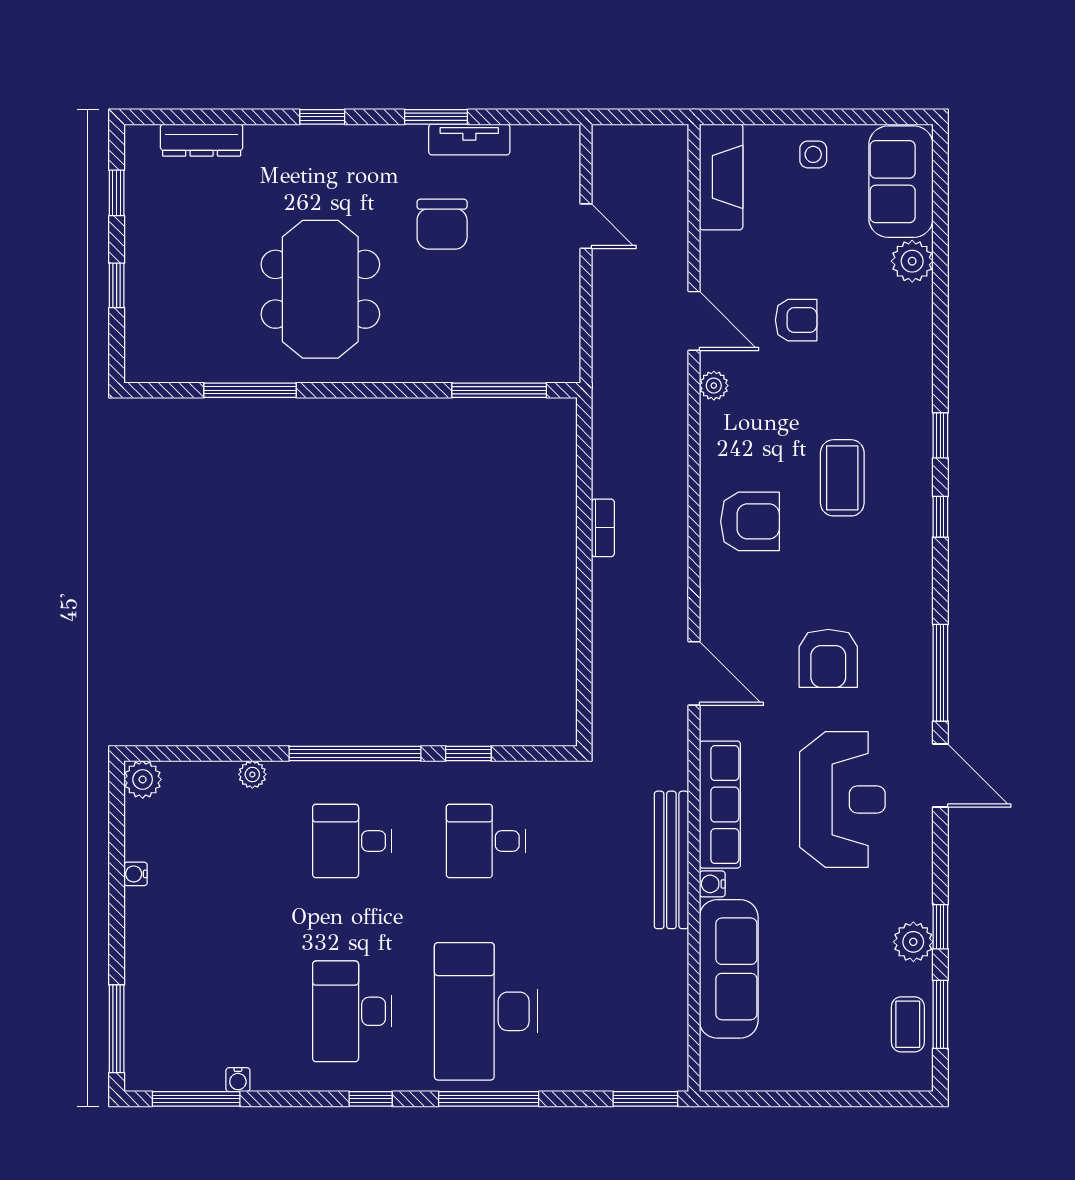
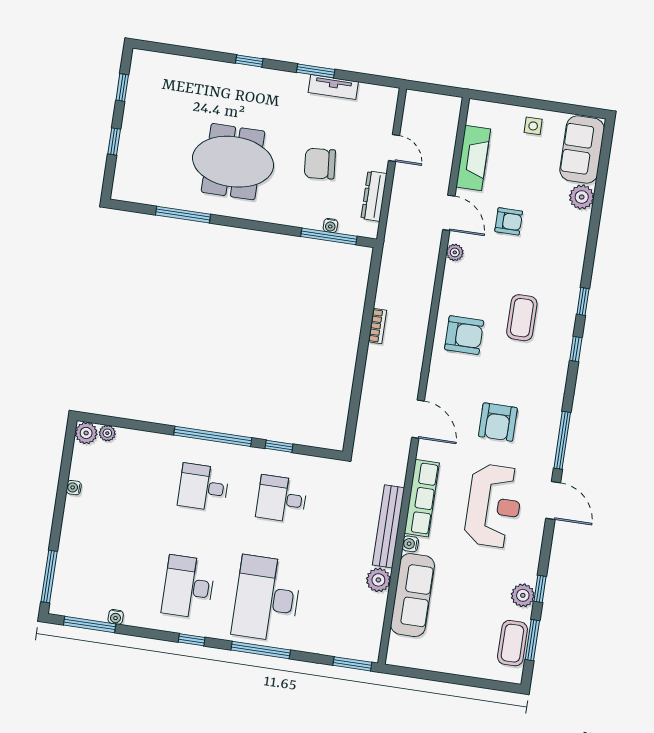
dresser: (202, 140) -> (374, 196), moved, turned 90
fireplace: (721, 177) -> (473, 158), moved
chair: (442, 224) -> (320, 164), moved, turned 85
meeting table: (320, 289) -> (233, 162), turned 90
water cooler: (499, 372) -> (330, 225), added
plant: (252, 774) -> (107, 433), moved
plant: (668, 952) -> (378, 580), added
coffee table: (908, 1024) -> (512, 643), width x1.36, depth x1.30

